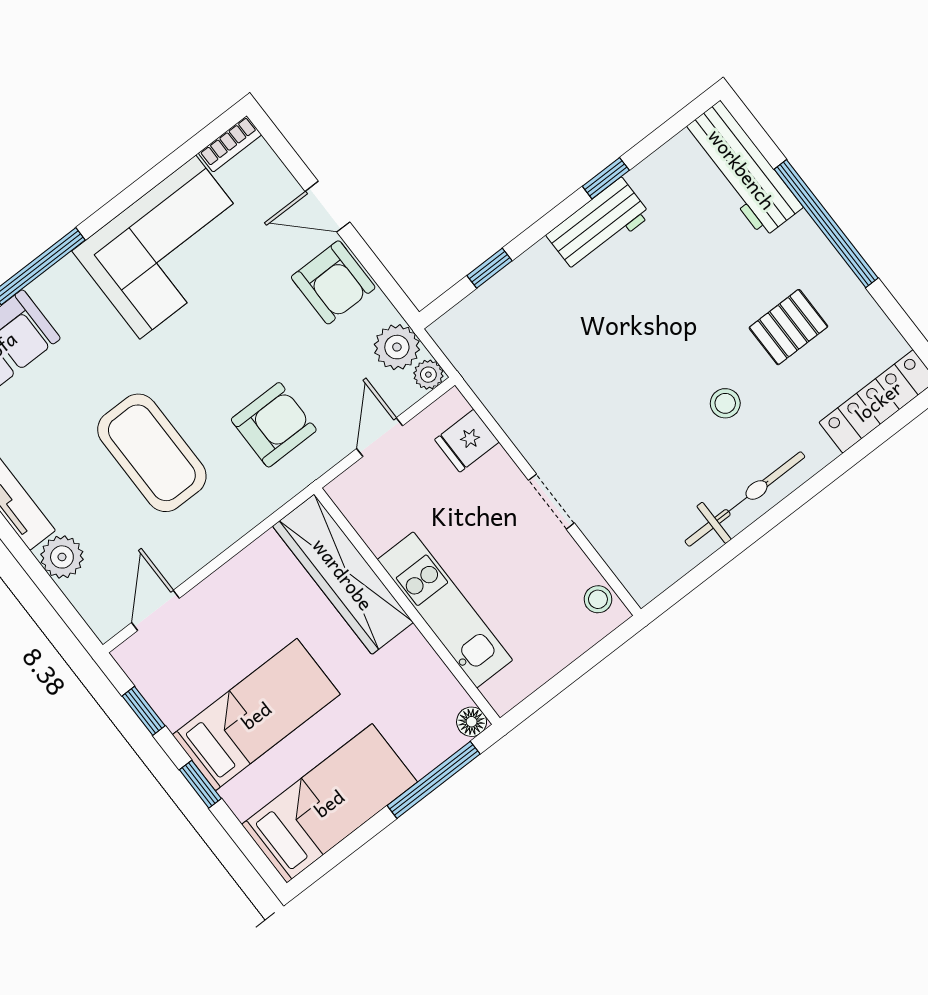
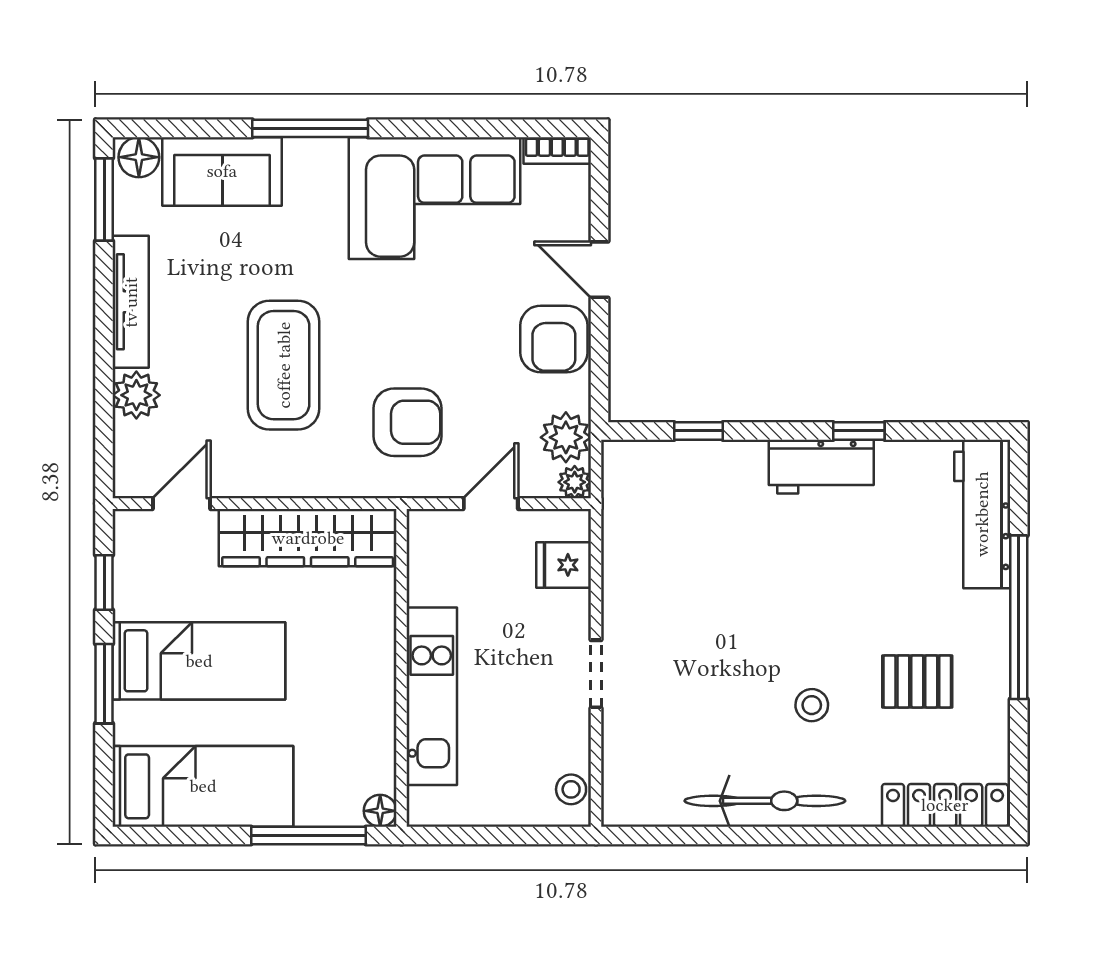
wardrobe: (343, 574) -> (308, 538), moved, turned -90
window: (200, 784) -> (104, 684), width x1.50

